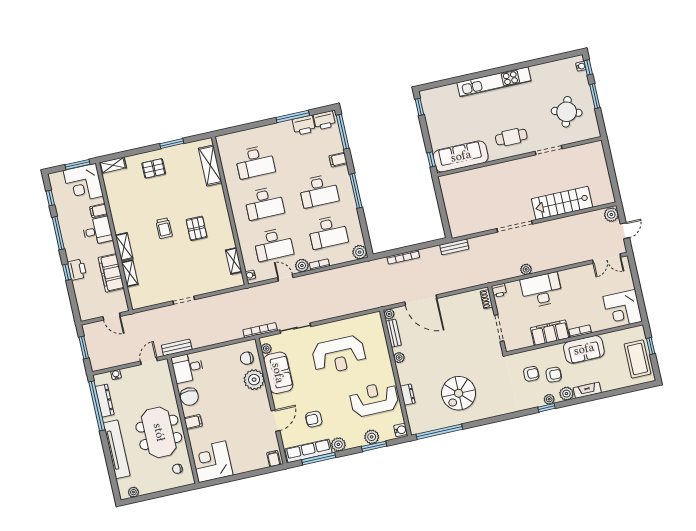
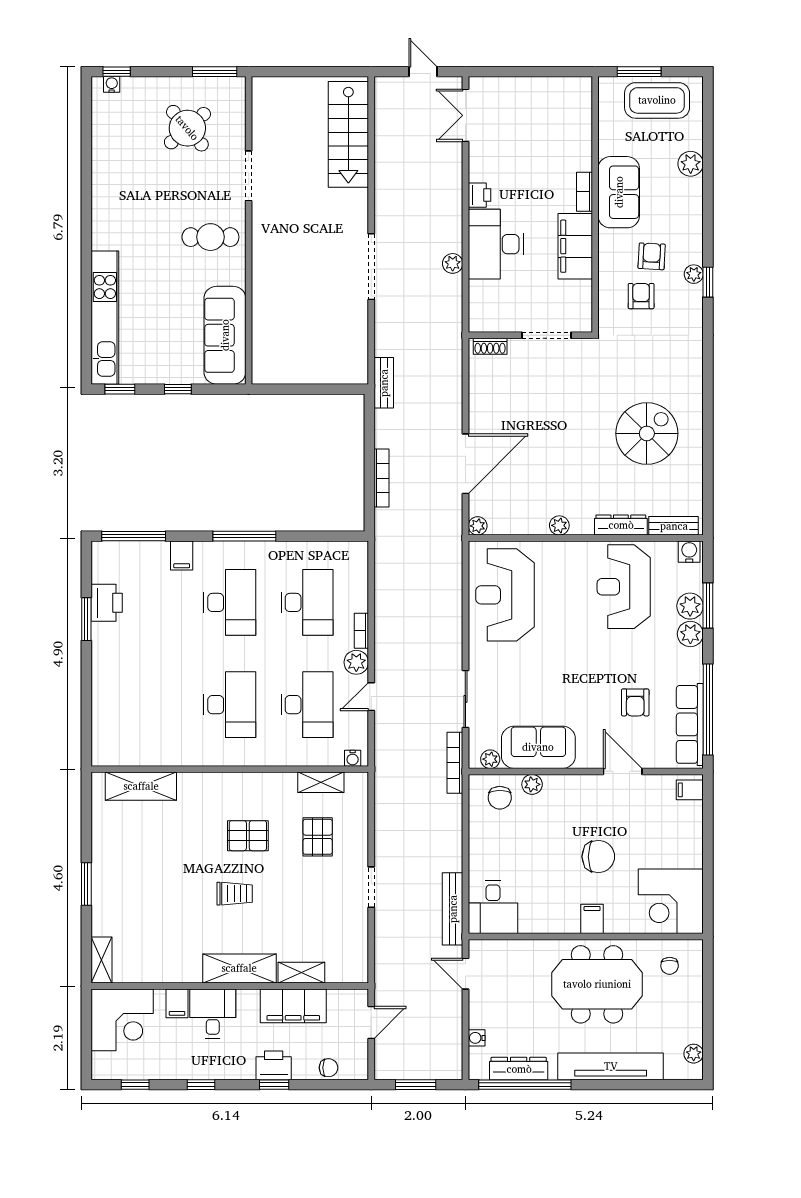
kitchen unit: (494, 82) -> (105, 318), moved
window: (595, 96) -> (215, 72), moved
round table: (567, 112) -> (187, 128), turned 32
window: (293, 116) -> (86, 619), width x0.69
printer: (324, 120) -> (106, 564), removed
cafe table: (511, 137) -> (210, 237), turned 90
window: (172, 144) -> (86, 884), moved
window: (431, 159) -> (178, 389), moved
desk: (255, 162) -> (152, 705), removed
window: (77, 165) -> (86, 1023), removed
pallet: (154, 168) -> (318, 837), moved
stairs: (562, 203) -> (348, 134), moved
plant: (611, 215) -> (389, 89), removed
window: (58, 233) -> (201, 1085), width x0.46
shelving: (124, 247) -> (239, 968), width x1.50, depth x1.33
plant: (360, 252) -> (355, 554), removed
double door: (607, 259) -> (465, 115), swing flipped
printer: (499, 290) -> (479, 195), moved
chair: (82, 299) -> (329, 1068), added
corner desk: (623, 309) -> (562, 107), removed
bench: (393, 333) -> (674, 526), moved
window: (651, 346) -> (639, 72), width x1.50
bench: (177, 347) -> (453, 909), width x1.36
reception desk: (339, 355) -> (505, 595), moved, turned 180
plant: (254, 380) -> (532, 784), width x0.53, depth x0.53
fireplace: (587, 390) -> (693, 202), removed
spiral stairs: (459, 393) -> (647, 433), turned -90
plant: (566, 394) -> (691, 164), moved
dresser: (408, 395) -> (621, 525), width x1.44
chair: (189, 397) -> (598, 857), moved
window: (439, 432) -> (708, 483), removed
plant: (338, 444) -> (690, 634), moved
window: (319, 459) -> (708, 709), width x1.46

